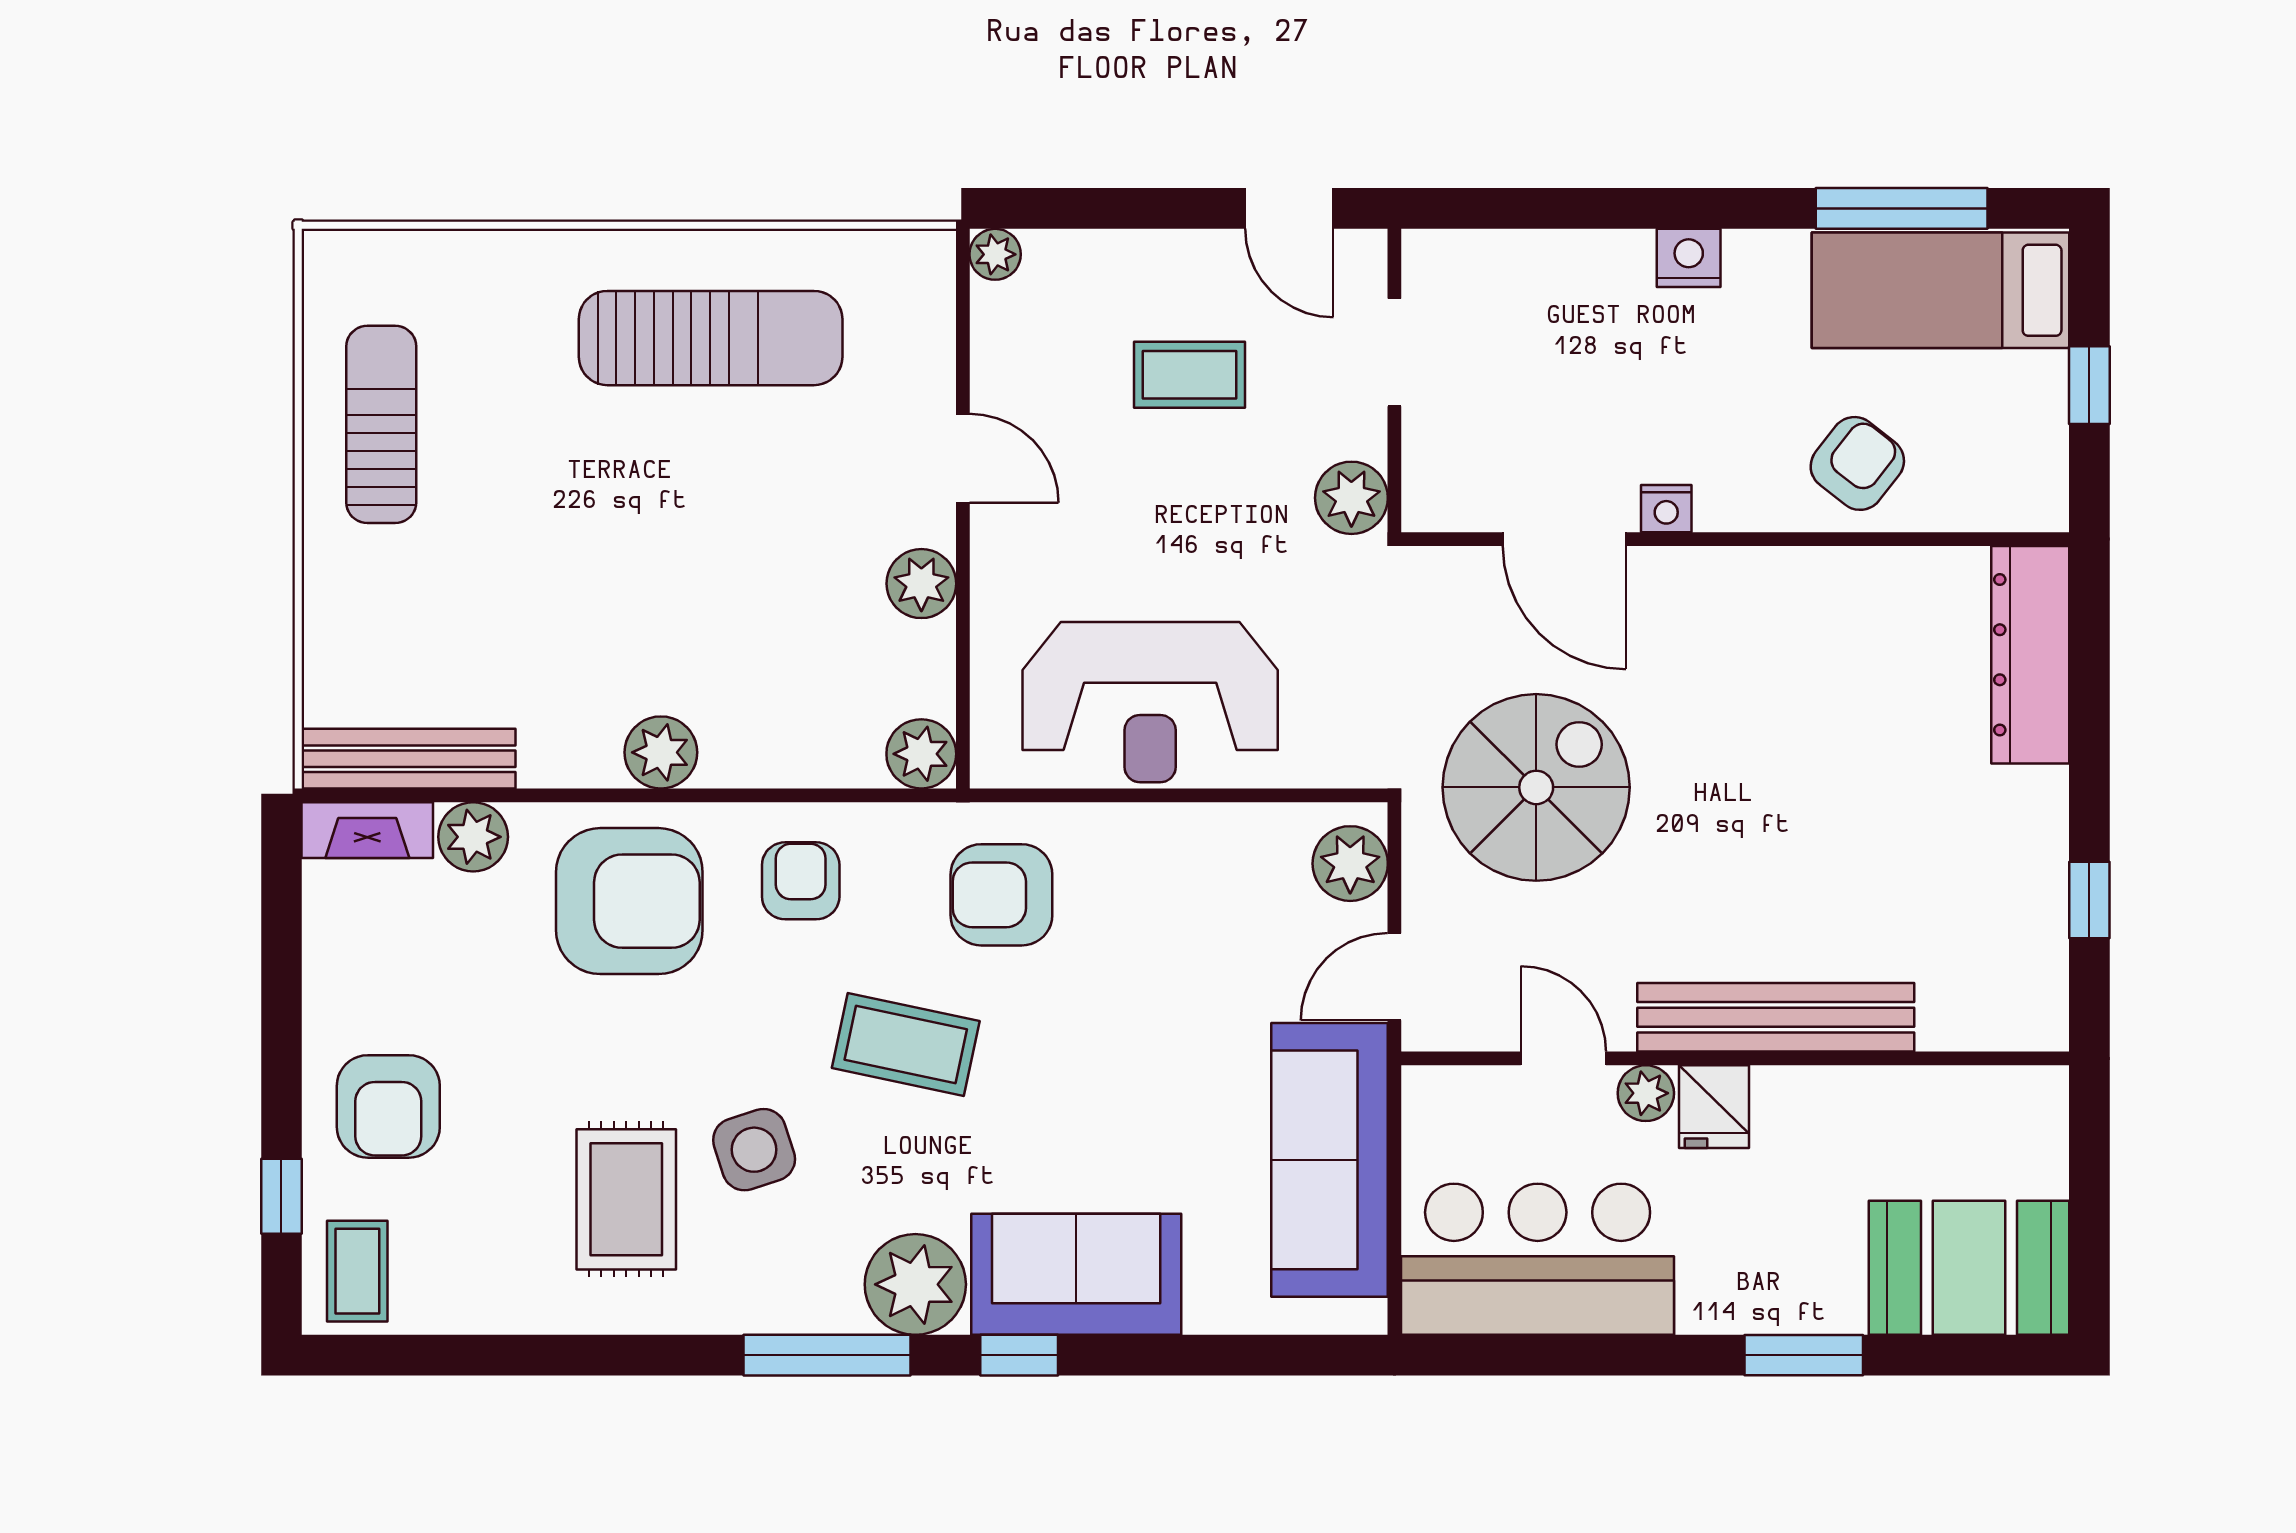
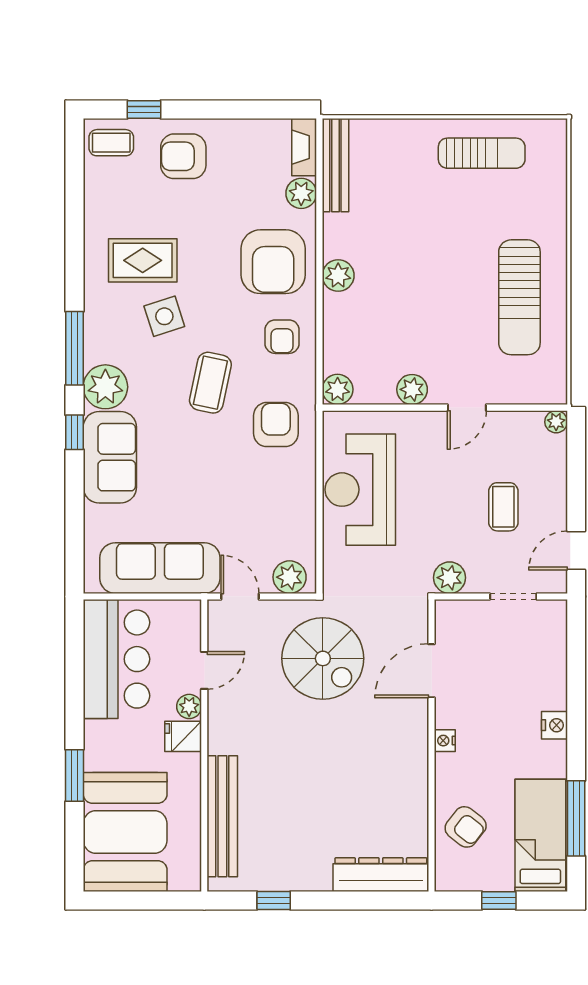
armchair: (1857, 463) -> (466, 827), moved
nightstand: (1666, 509) -> (445, 741), moved
armchair: (801, 881) -> (282, 337), turned 90
bench: (1776, 1017) -> (222, 816), moved
booth: (1969, 1268) -> (125, 832), width x1.36, depth x1.42

